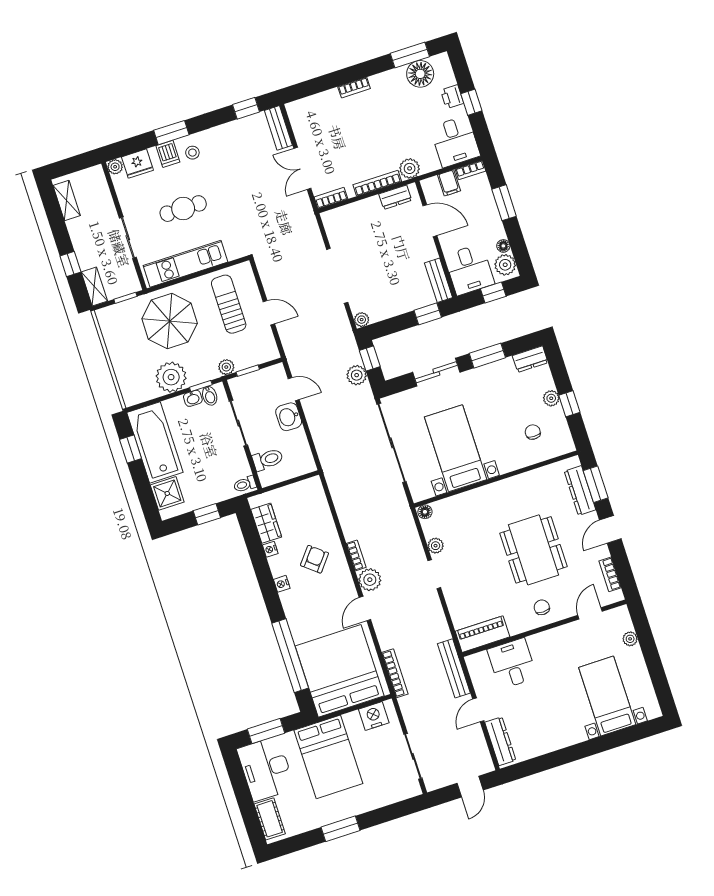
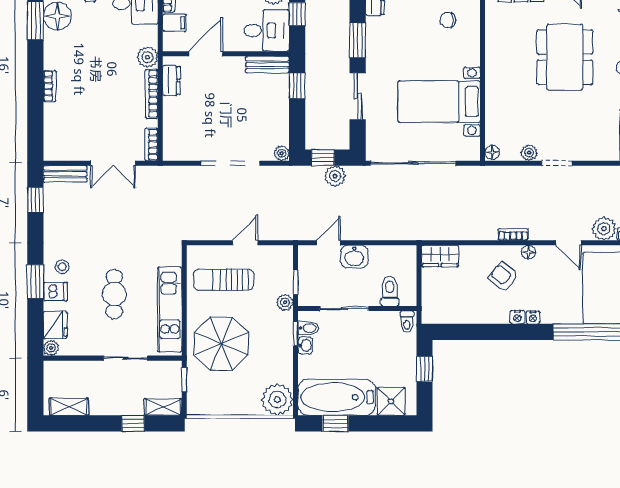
plant: (171, 377) -> (277, 400), moved
wardrobe: (266, 523) -> (440, 256), moved, turned 180
nightstand: (270, 549) -> (533, 317), moved
dining table: (534, 550) -> (565, 57), turned 90
floor lamp: (344, 575) -> (528, 252), added
plant: (370, 580) -> (604, 229), moved

